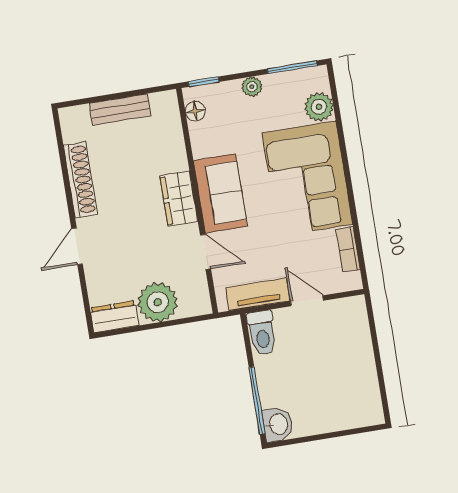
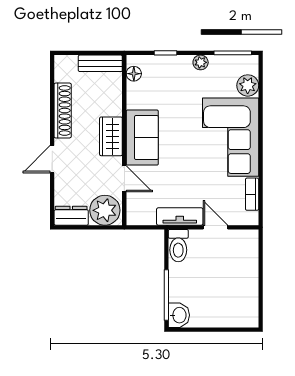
floor lamp: (195, 111) -> (134, 74), moved
sofa: (220, 193) -> (142, 138), moved
wardrobe: (179, 199) -> (111, 136), moved
wall: (197, 201) -> (124, 140), moved
door: (205, 252) -> (124, 179), moved

